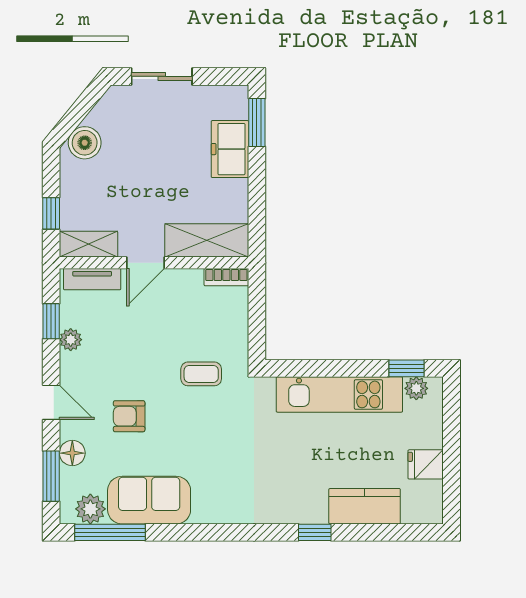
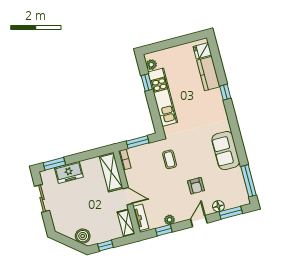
sliding door: (162, 76) -> (42, 198), moved
window: (51, 213) -> (105, 246), moved
window: (257, 315) -> (138, 142), added
window: (406, 368) -> (147, 83), moved
fridge: (426, 464) -> (202, 51), moved, turned 90
sofa: (149, 500) -> (226, 151), moved
plant: (90, 509) -> (241, 192), removed

